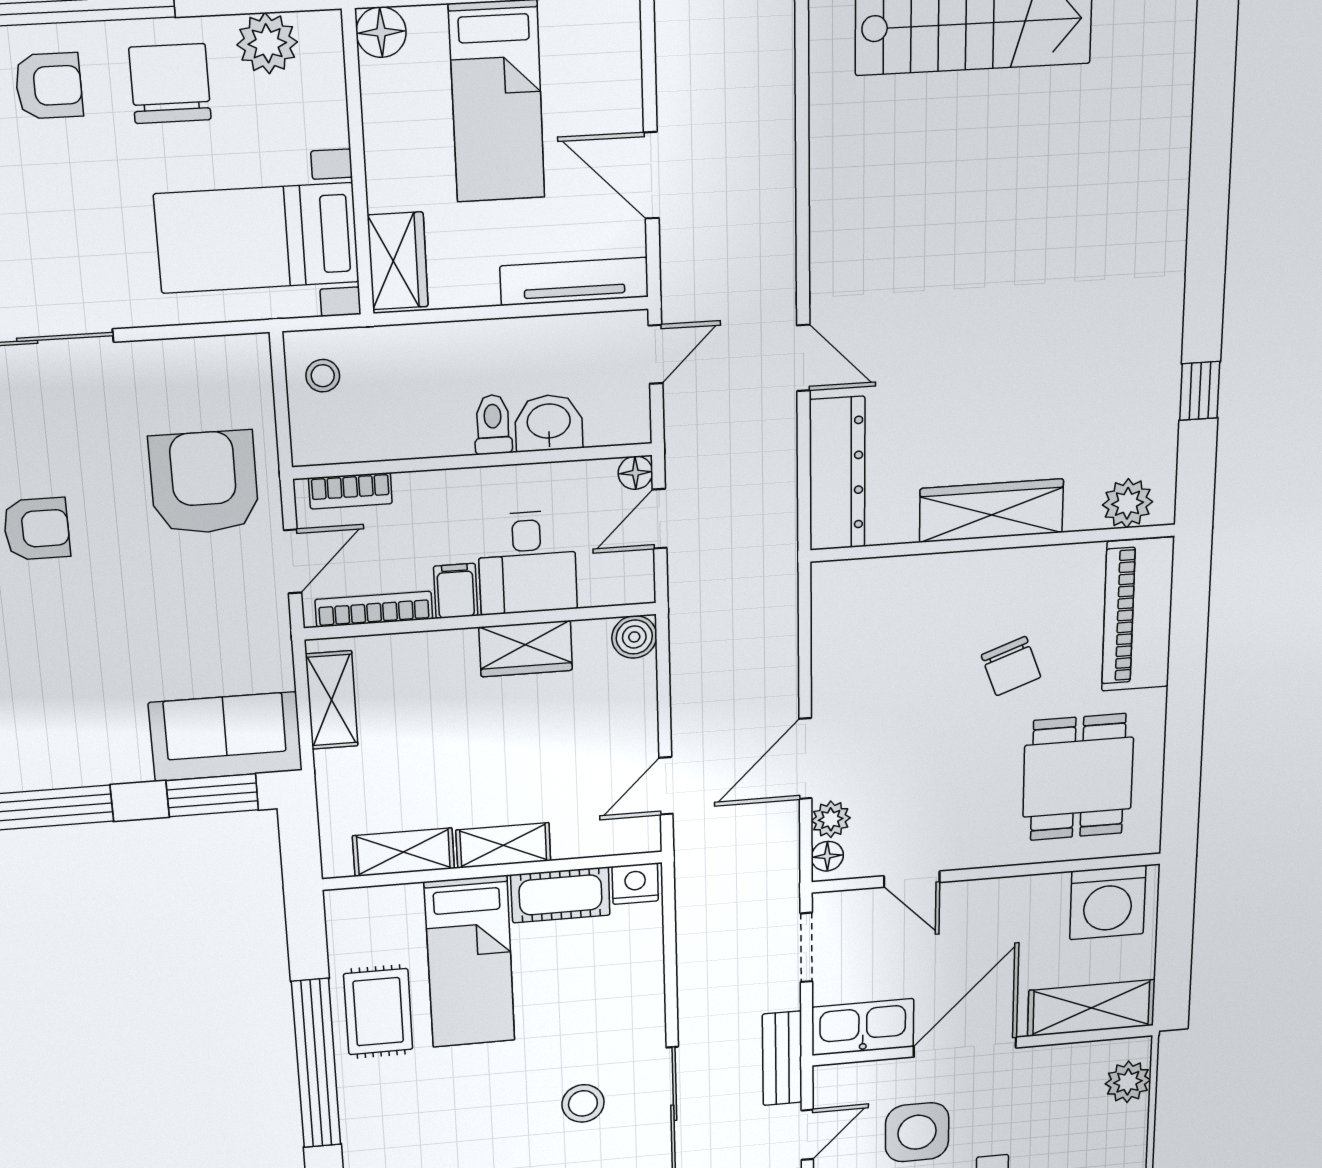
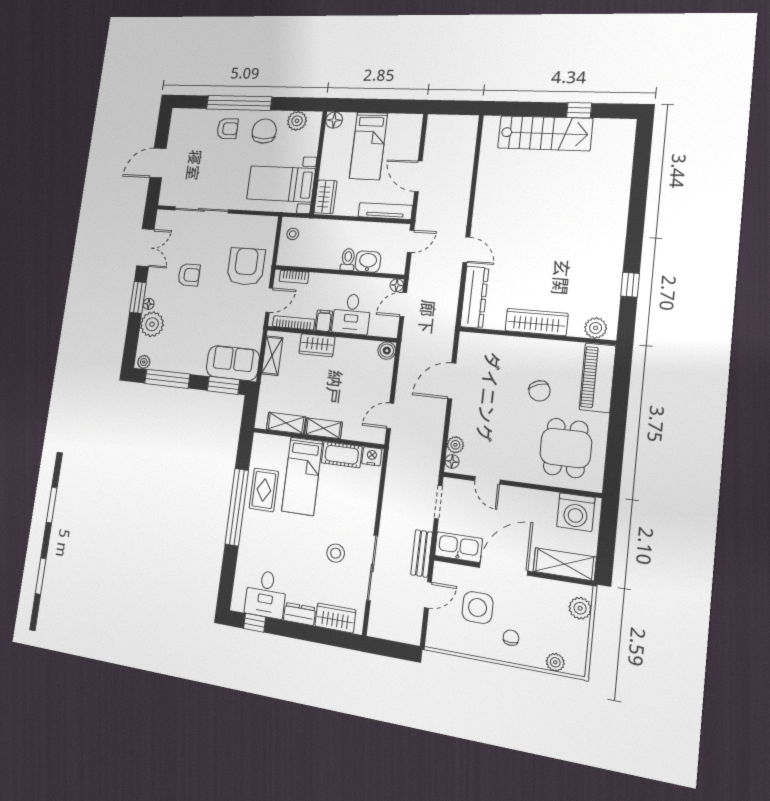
wardrobe: (526, 649) -> (317, 345), moved
door: (805, 759) -> (452, 381), moved

